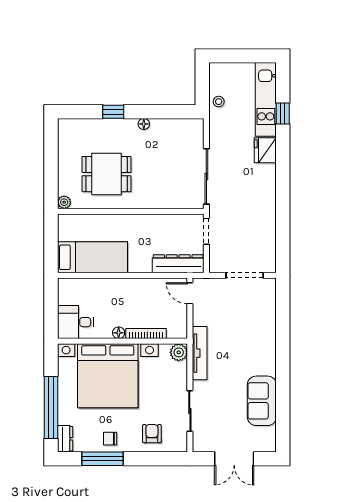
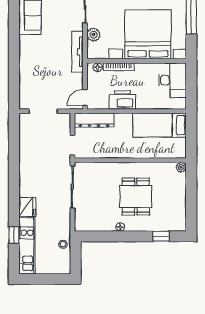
window: (113, 112) -> (161, 236), moved
dining table: (107, 174) -> (136, 197), moved, turned 90
printer: (141, 290) -> (122, 100), added
door: (190, 293) -> (85, 98), swing flipped
desk: (75, 322) -> (173, 80), width x1.37
floor lamp: (119, 333) -> (98, 67), moved
plant: (179, 352) -> (94, 35), moved

